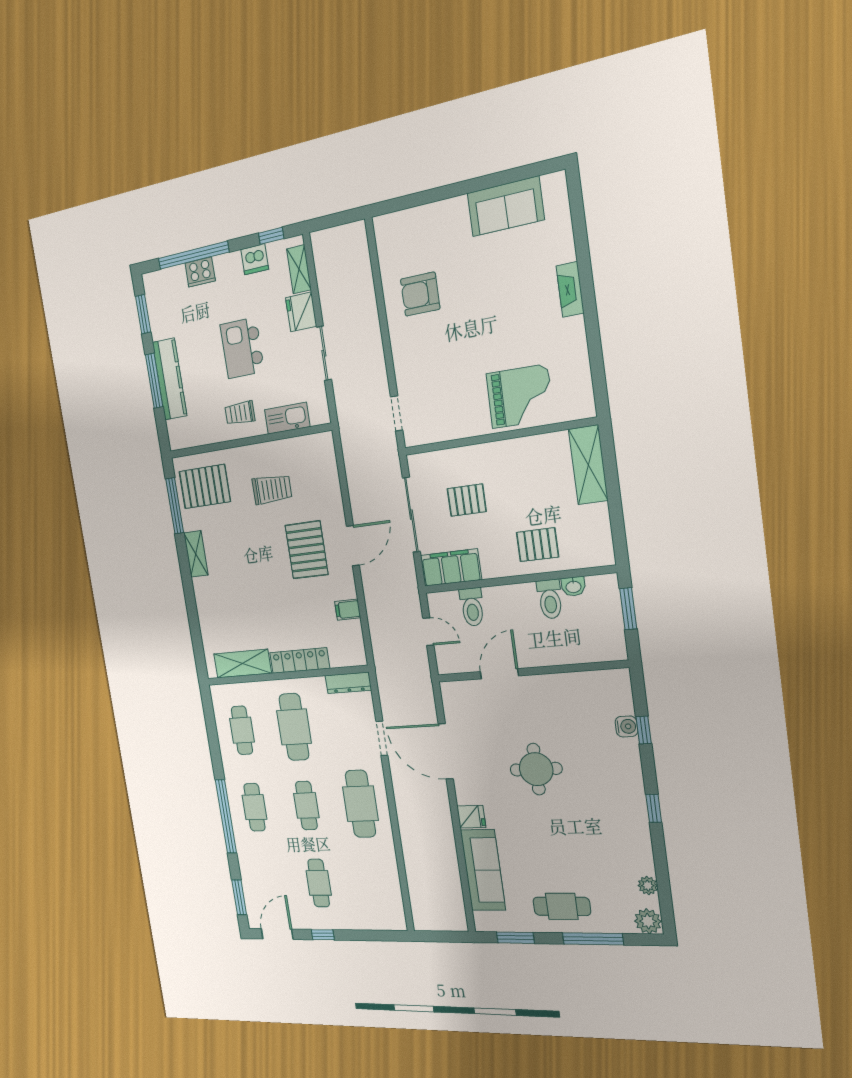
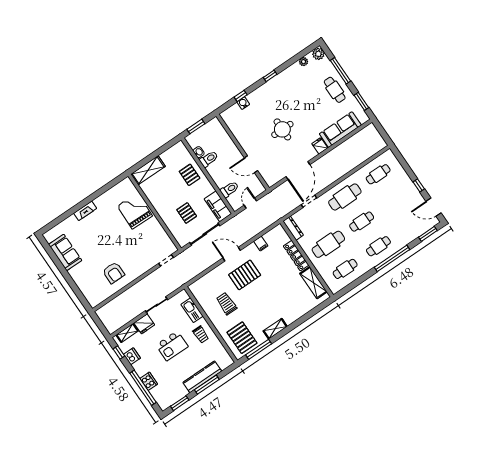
cafe table: (319, 883) -> (378, 174), moved

